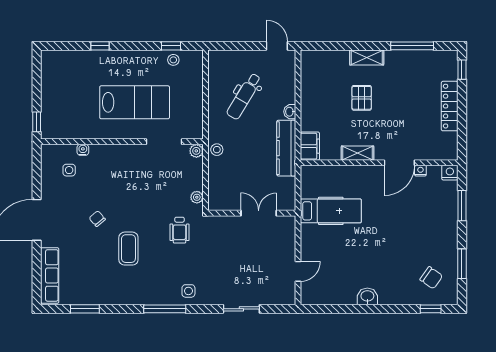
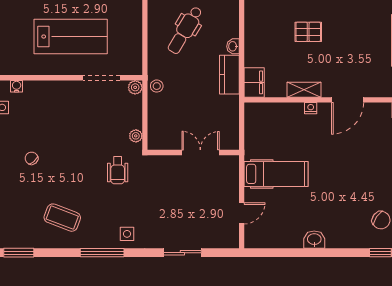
pallet: (362, 98) -> (308, 32), turned 90
kitchen counter: (286, 148) -> (229, 75), width x0.67
nightstand: (420, 171) -> (311, 108), moved
hospital bed: (331, 211) -> (276, 174), moved
coffee table: (128, 249) -> (62, 218), moved, turned -69

